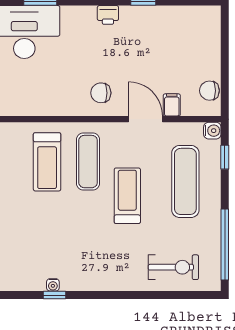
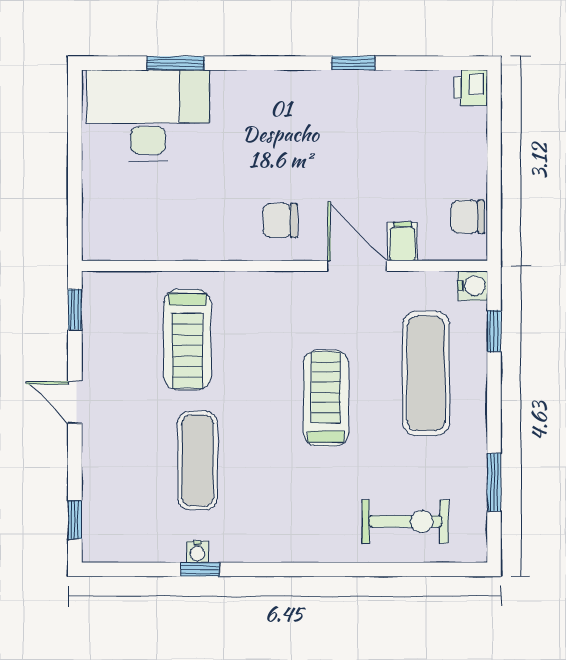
printer: (108, 15) -> (471, 88), moved, turned 90
exercise mat: (88, 162) -> (198, 460), moved
window: (225, 245) -> (494, 482), width x0.47

